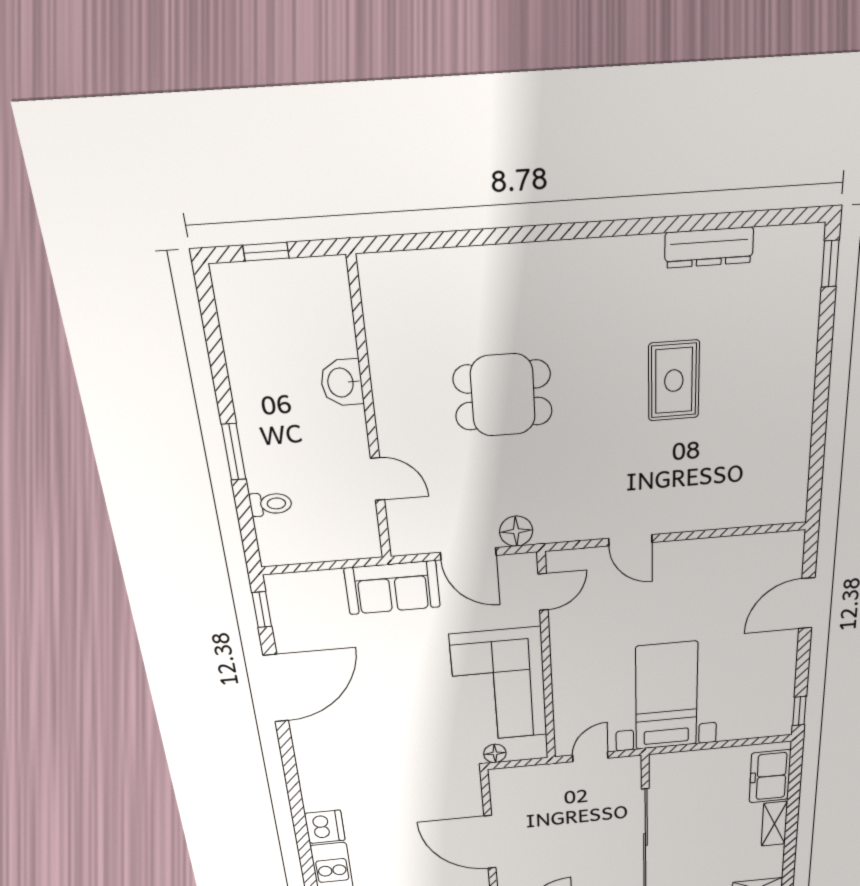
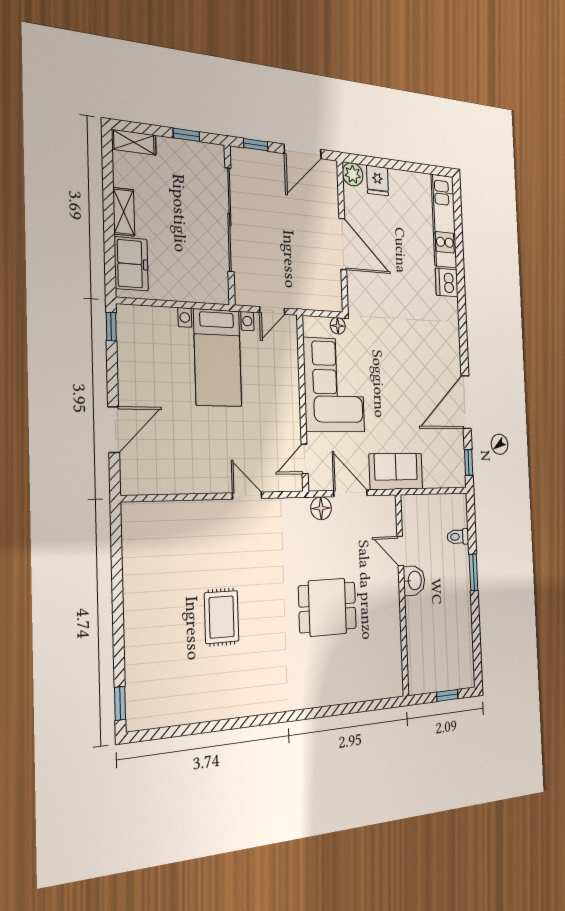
dresser: (709, 248) -> (203, 711), removed
washbasin: (342, 383) -> (414, 580), moved

